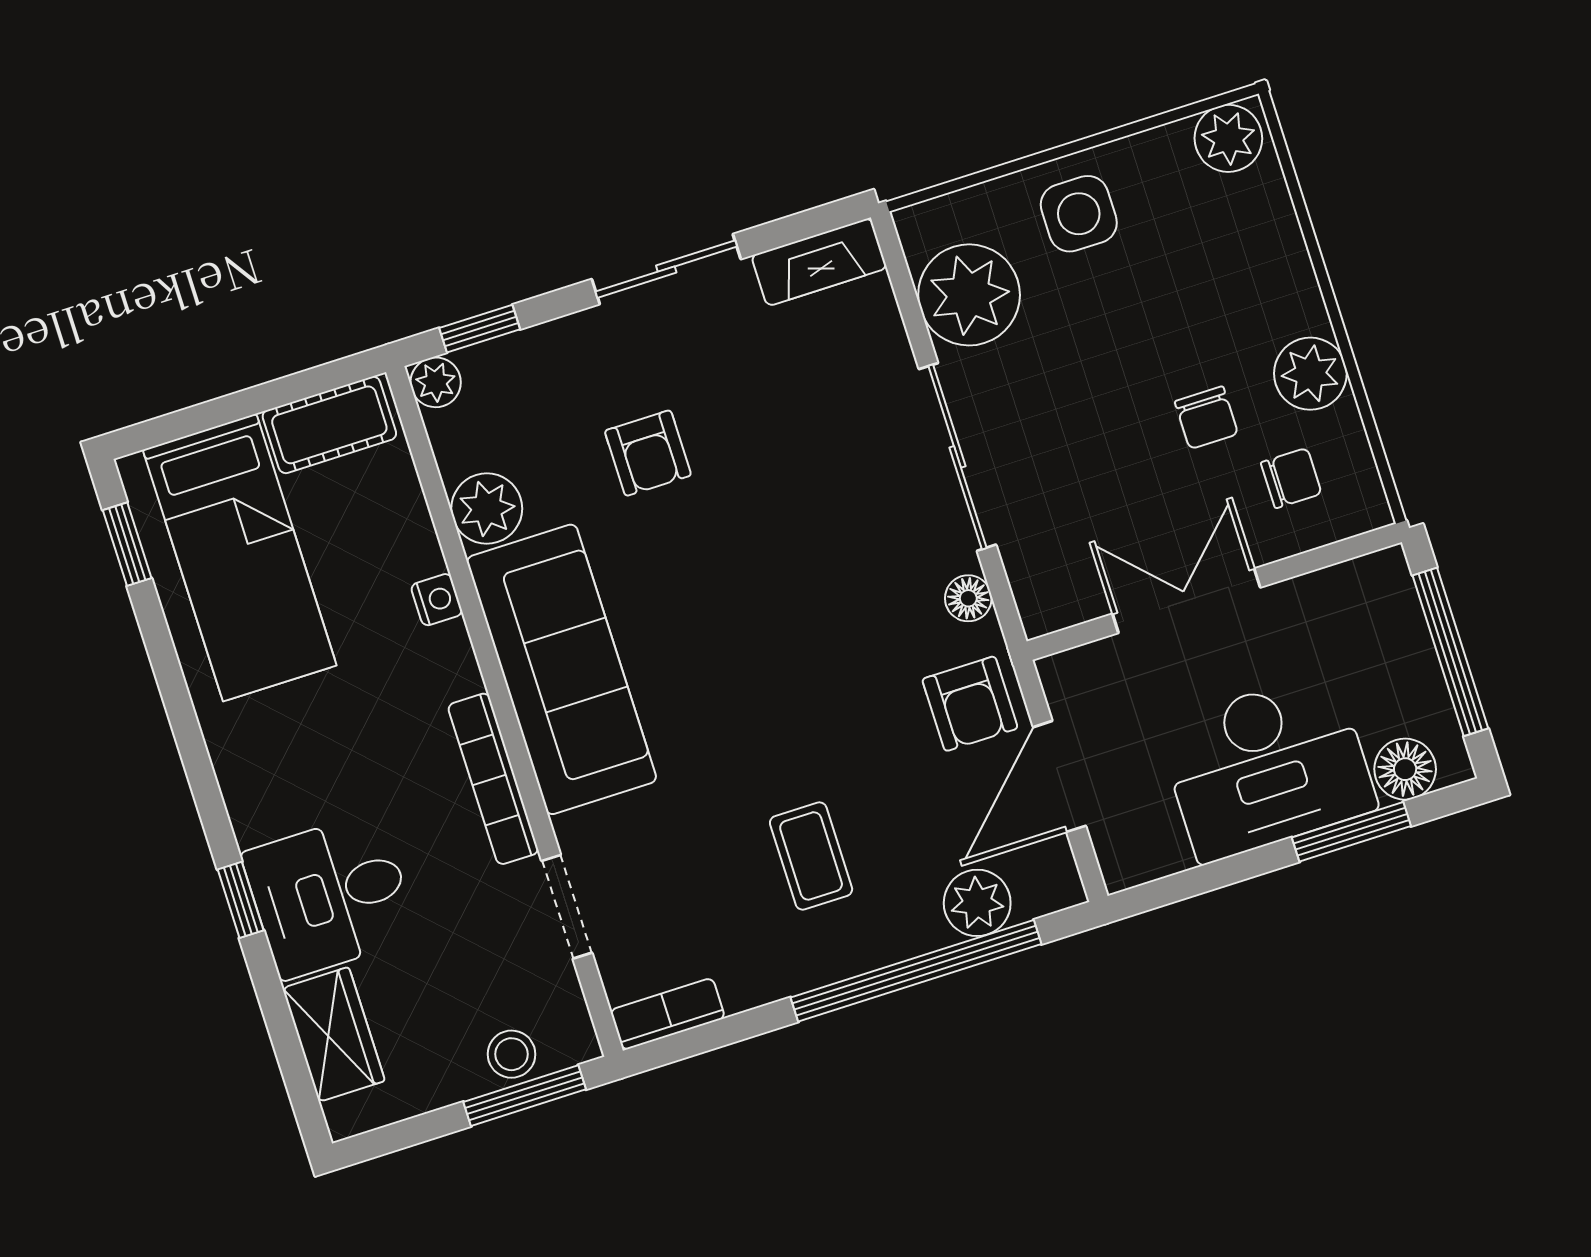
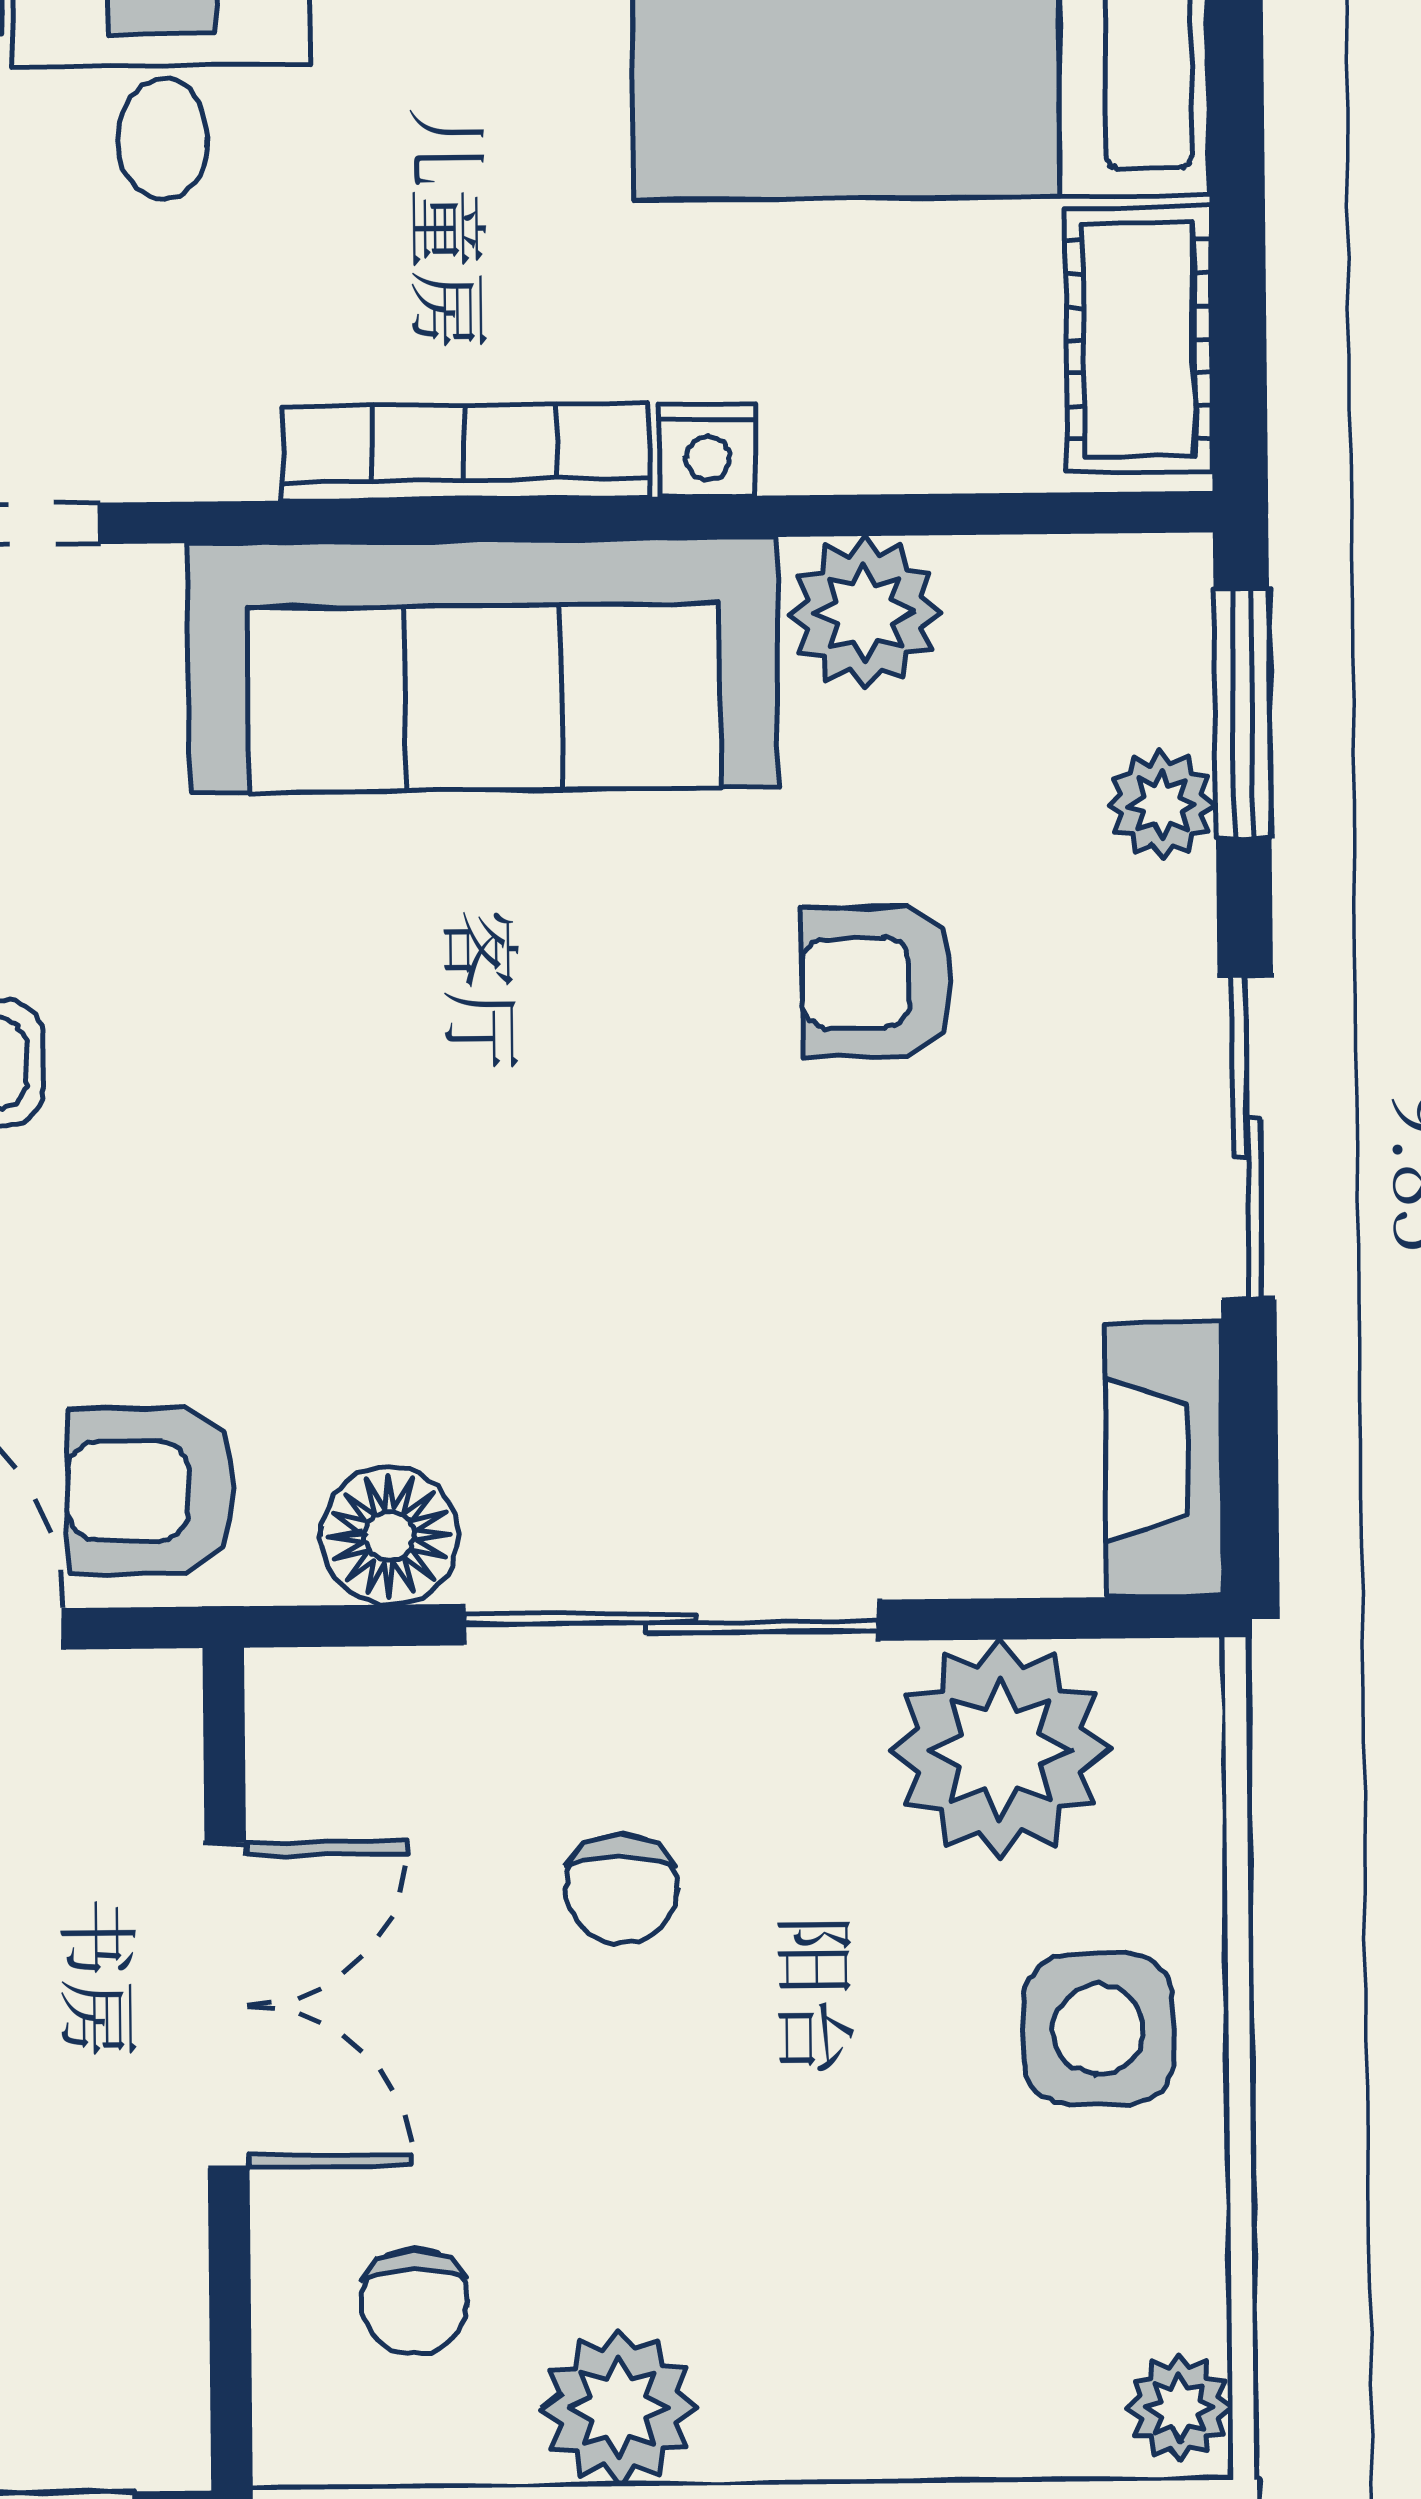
plant: (1228, 138) -> (1180, 2408), width x0.73, depth x0.73
window: (480, 329) -> (1243, 713), width x1.50
plant: (436, 382) -> (1162, 804), moved
chair: (1206, 418) -> (621, 1889), moved, turned -90
floor lamp: (968, 598) -> (389, 1536), width x1.37, depth x1.37
bookcase: (493, 779) -> (465, 452), moved

